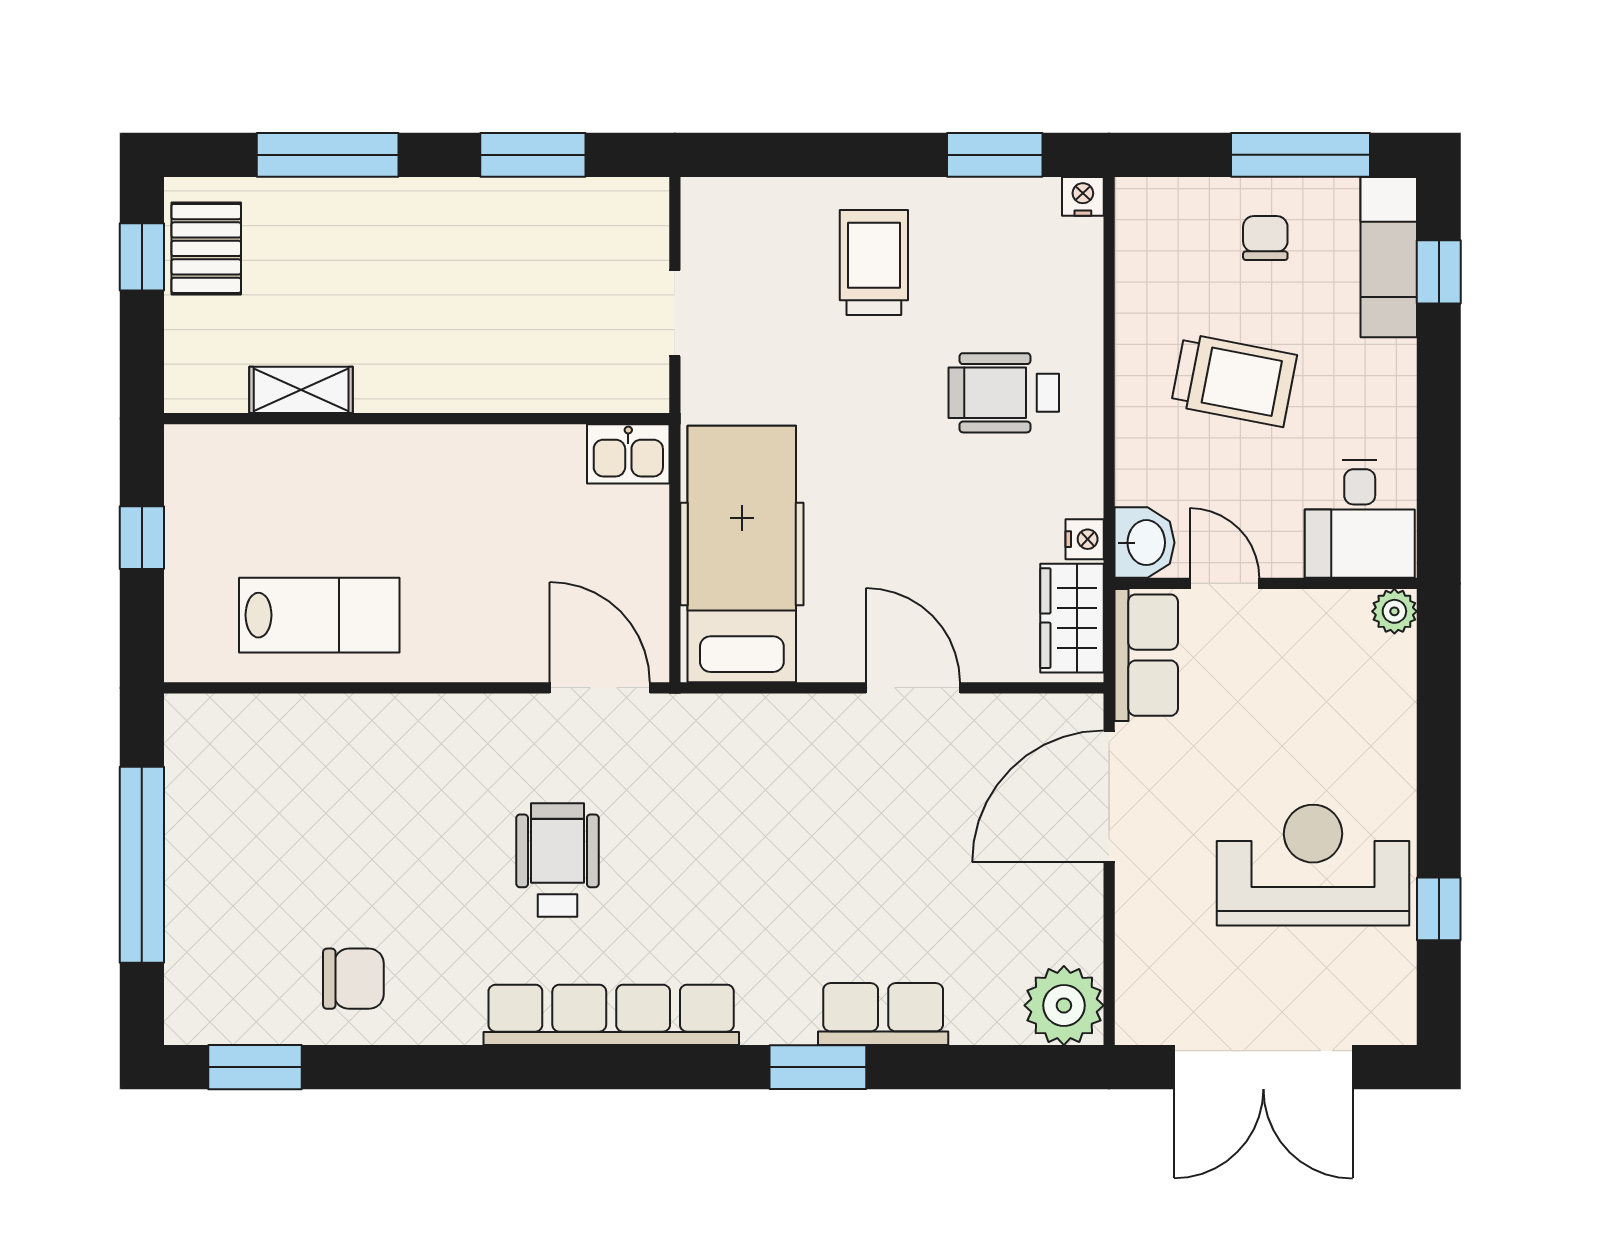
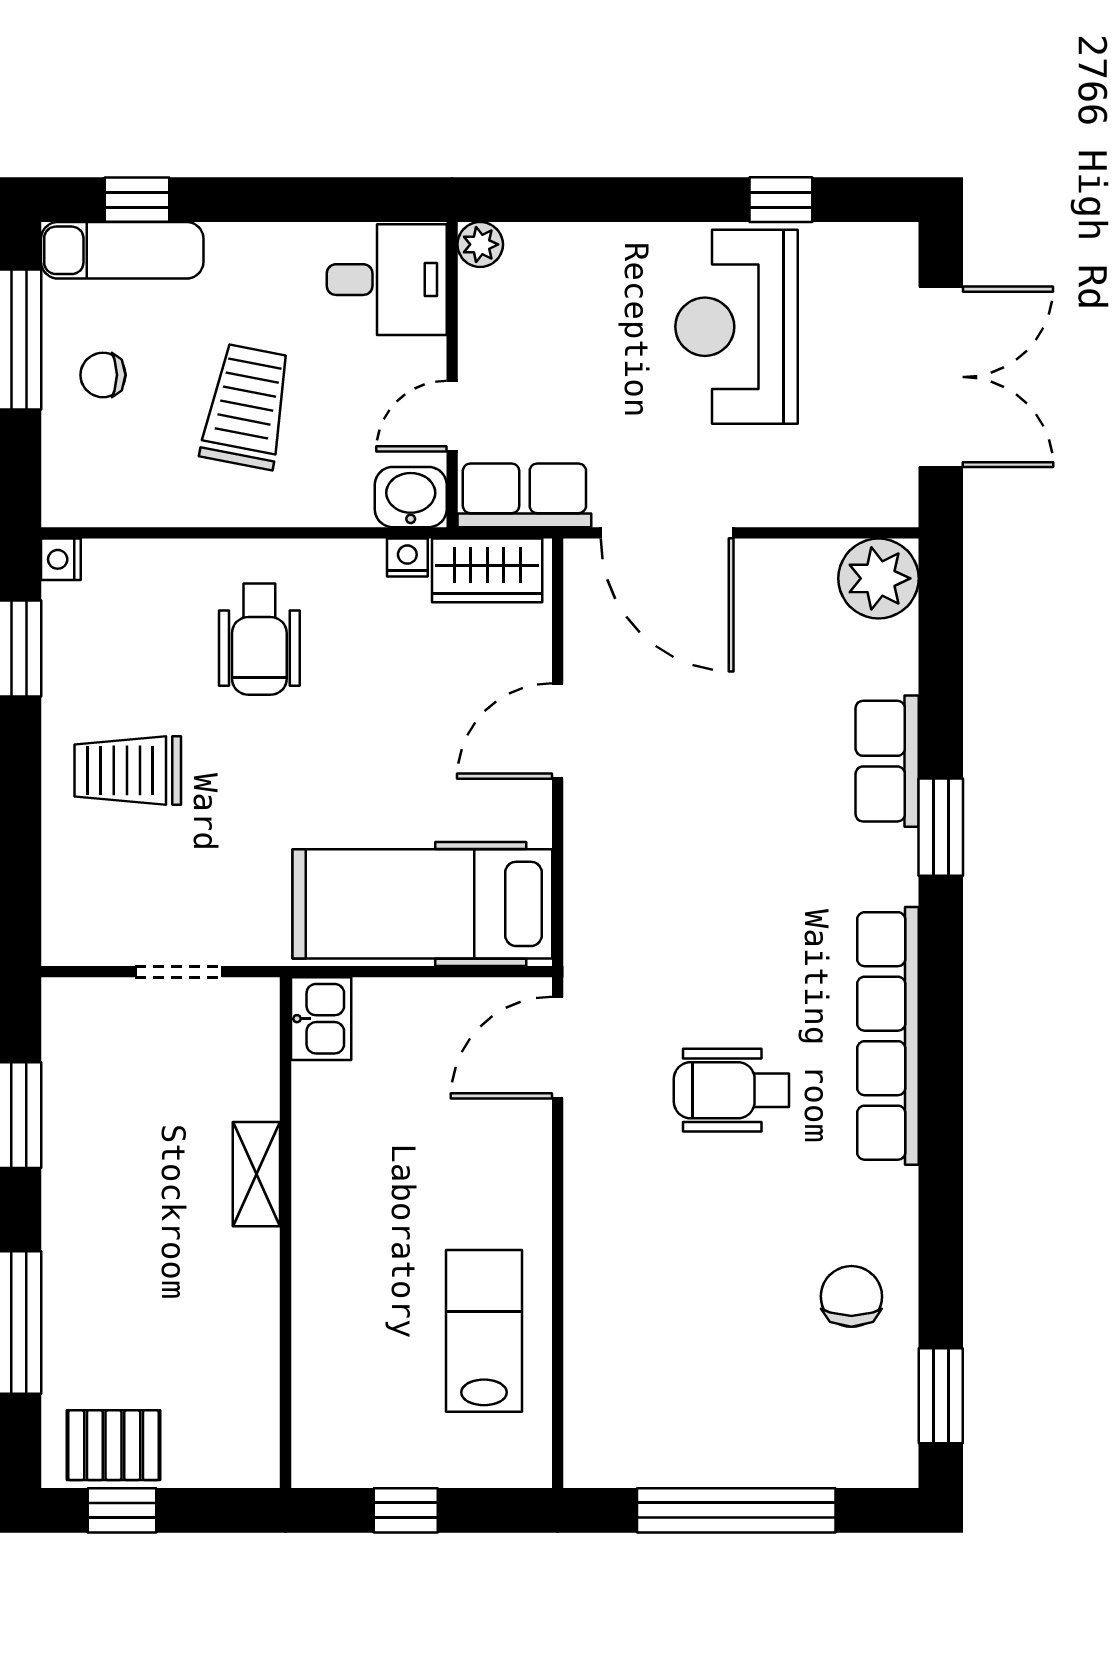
shelving: (301, 390) -> (256, 1174), moved

